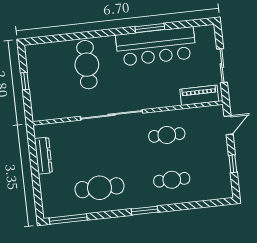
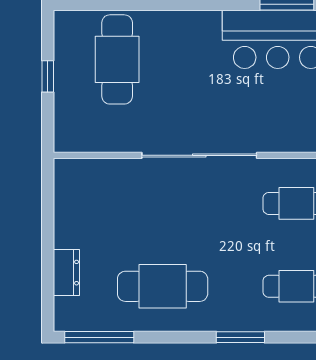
cafe table: (87, 65) -> (117, 59), moved
dresser: (43, 156) -> (66, 273), moved, width x0.70

